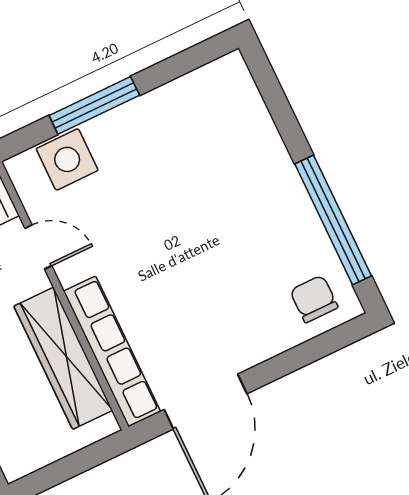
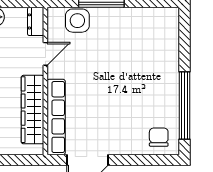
door: (38, 247) -> (45, 54), hinge flipped

